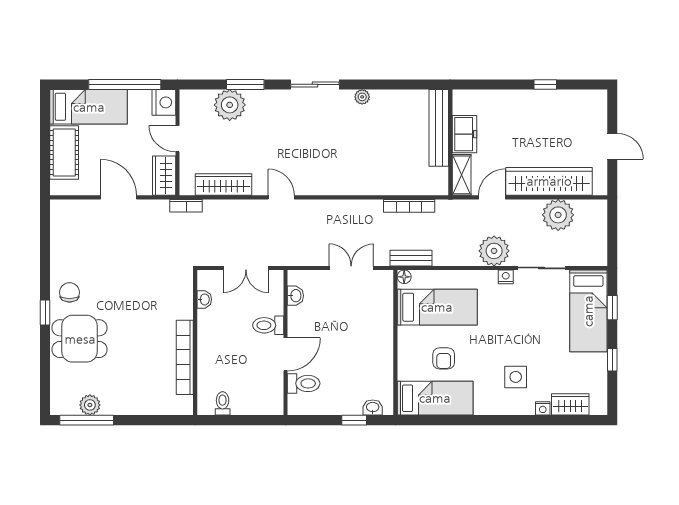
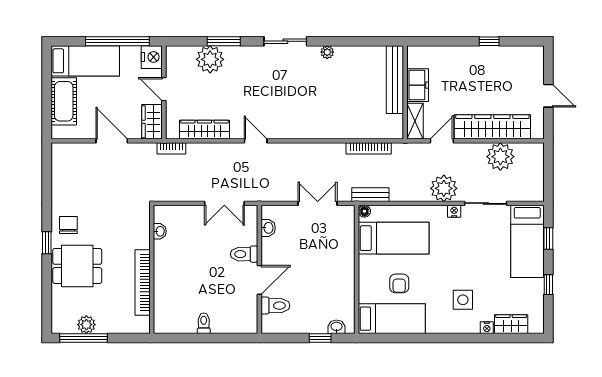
washbasin: (204, 299) -> (160, 231), moved
wall: (195, 343) -> (152, 269), moved
bookcase: (185, 357) -> (143, 283), moved

